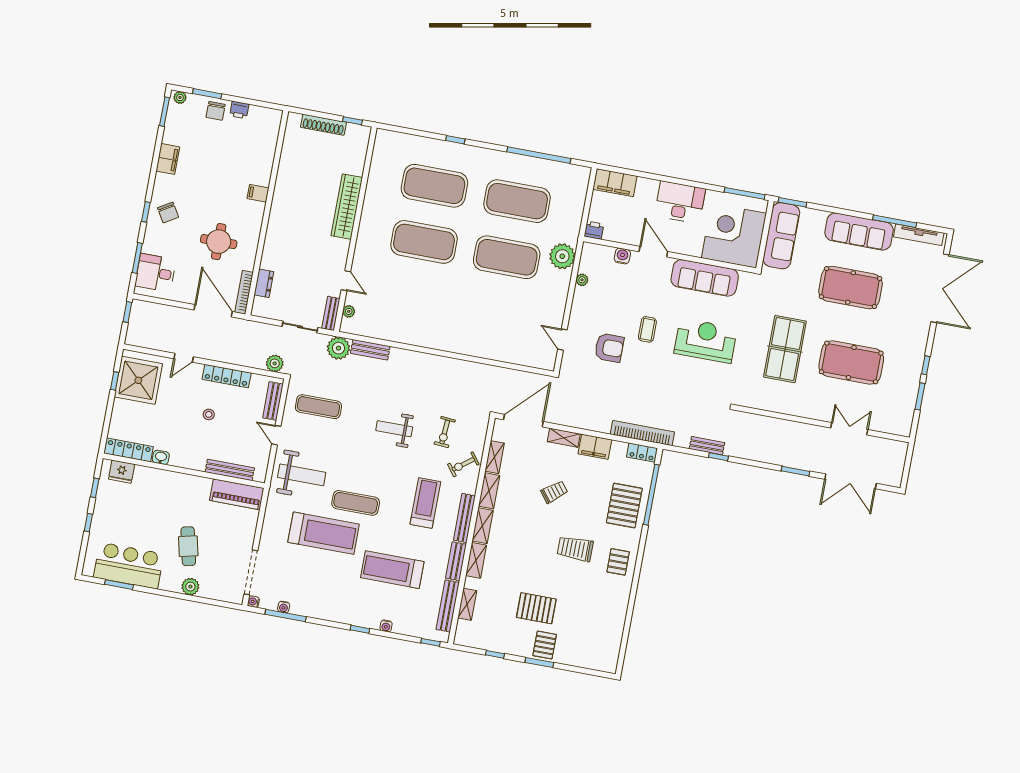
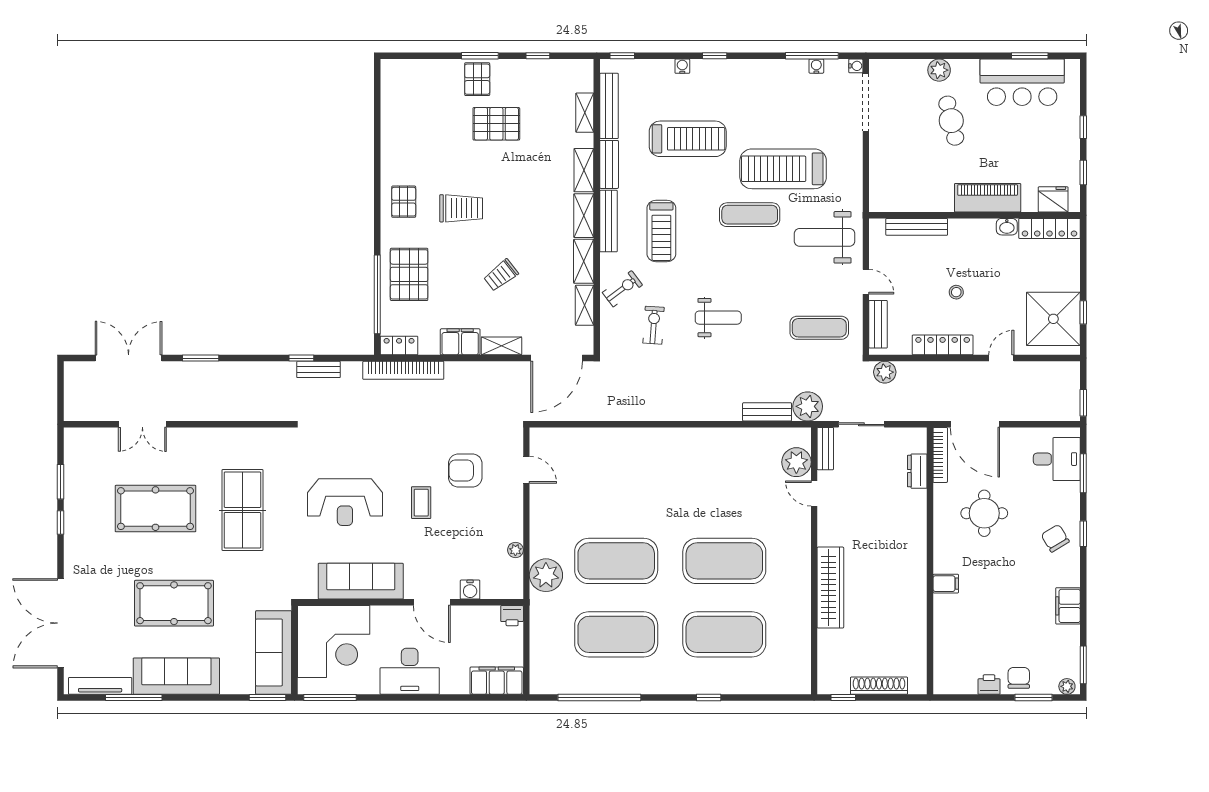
plant: (349, 311) -> (796, 462), width x1.87, depth x1.87
piano: (237, 494) -> (988, 198), moved

